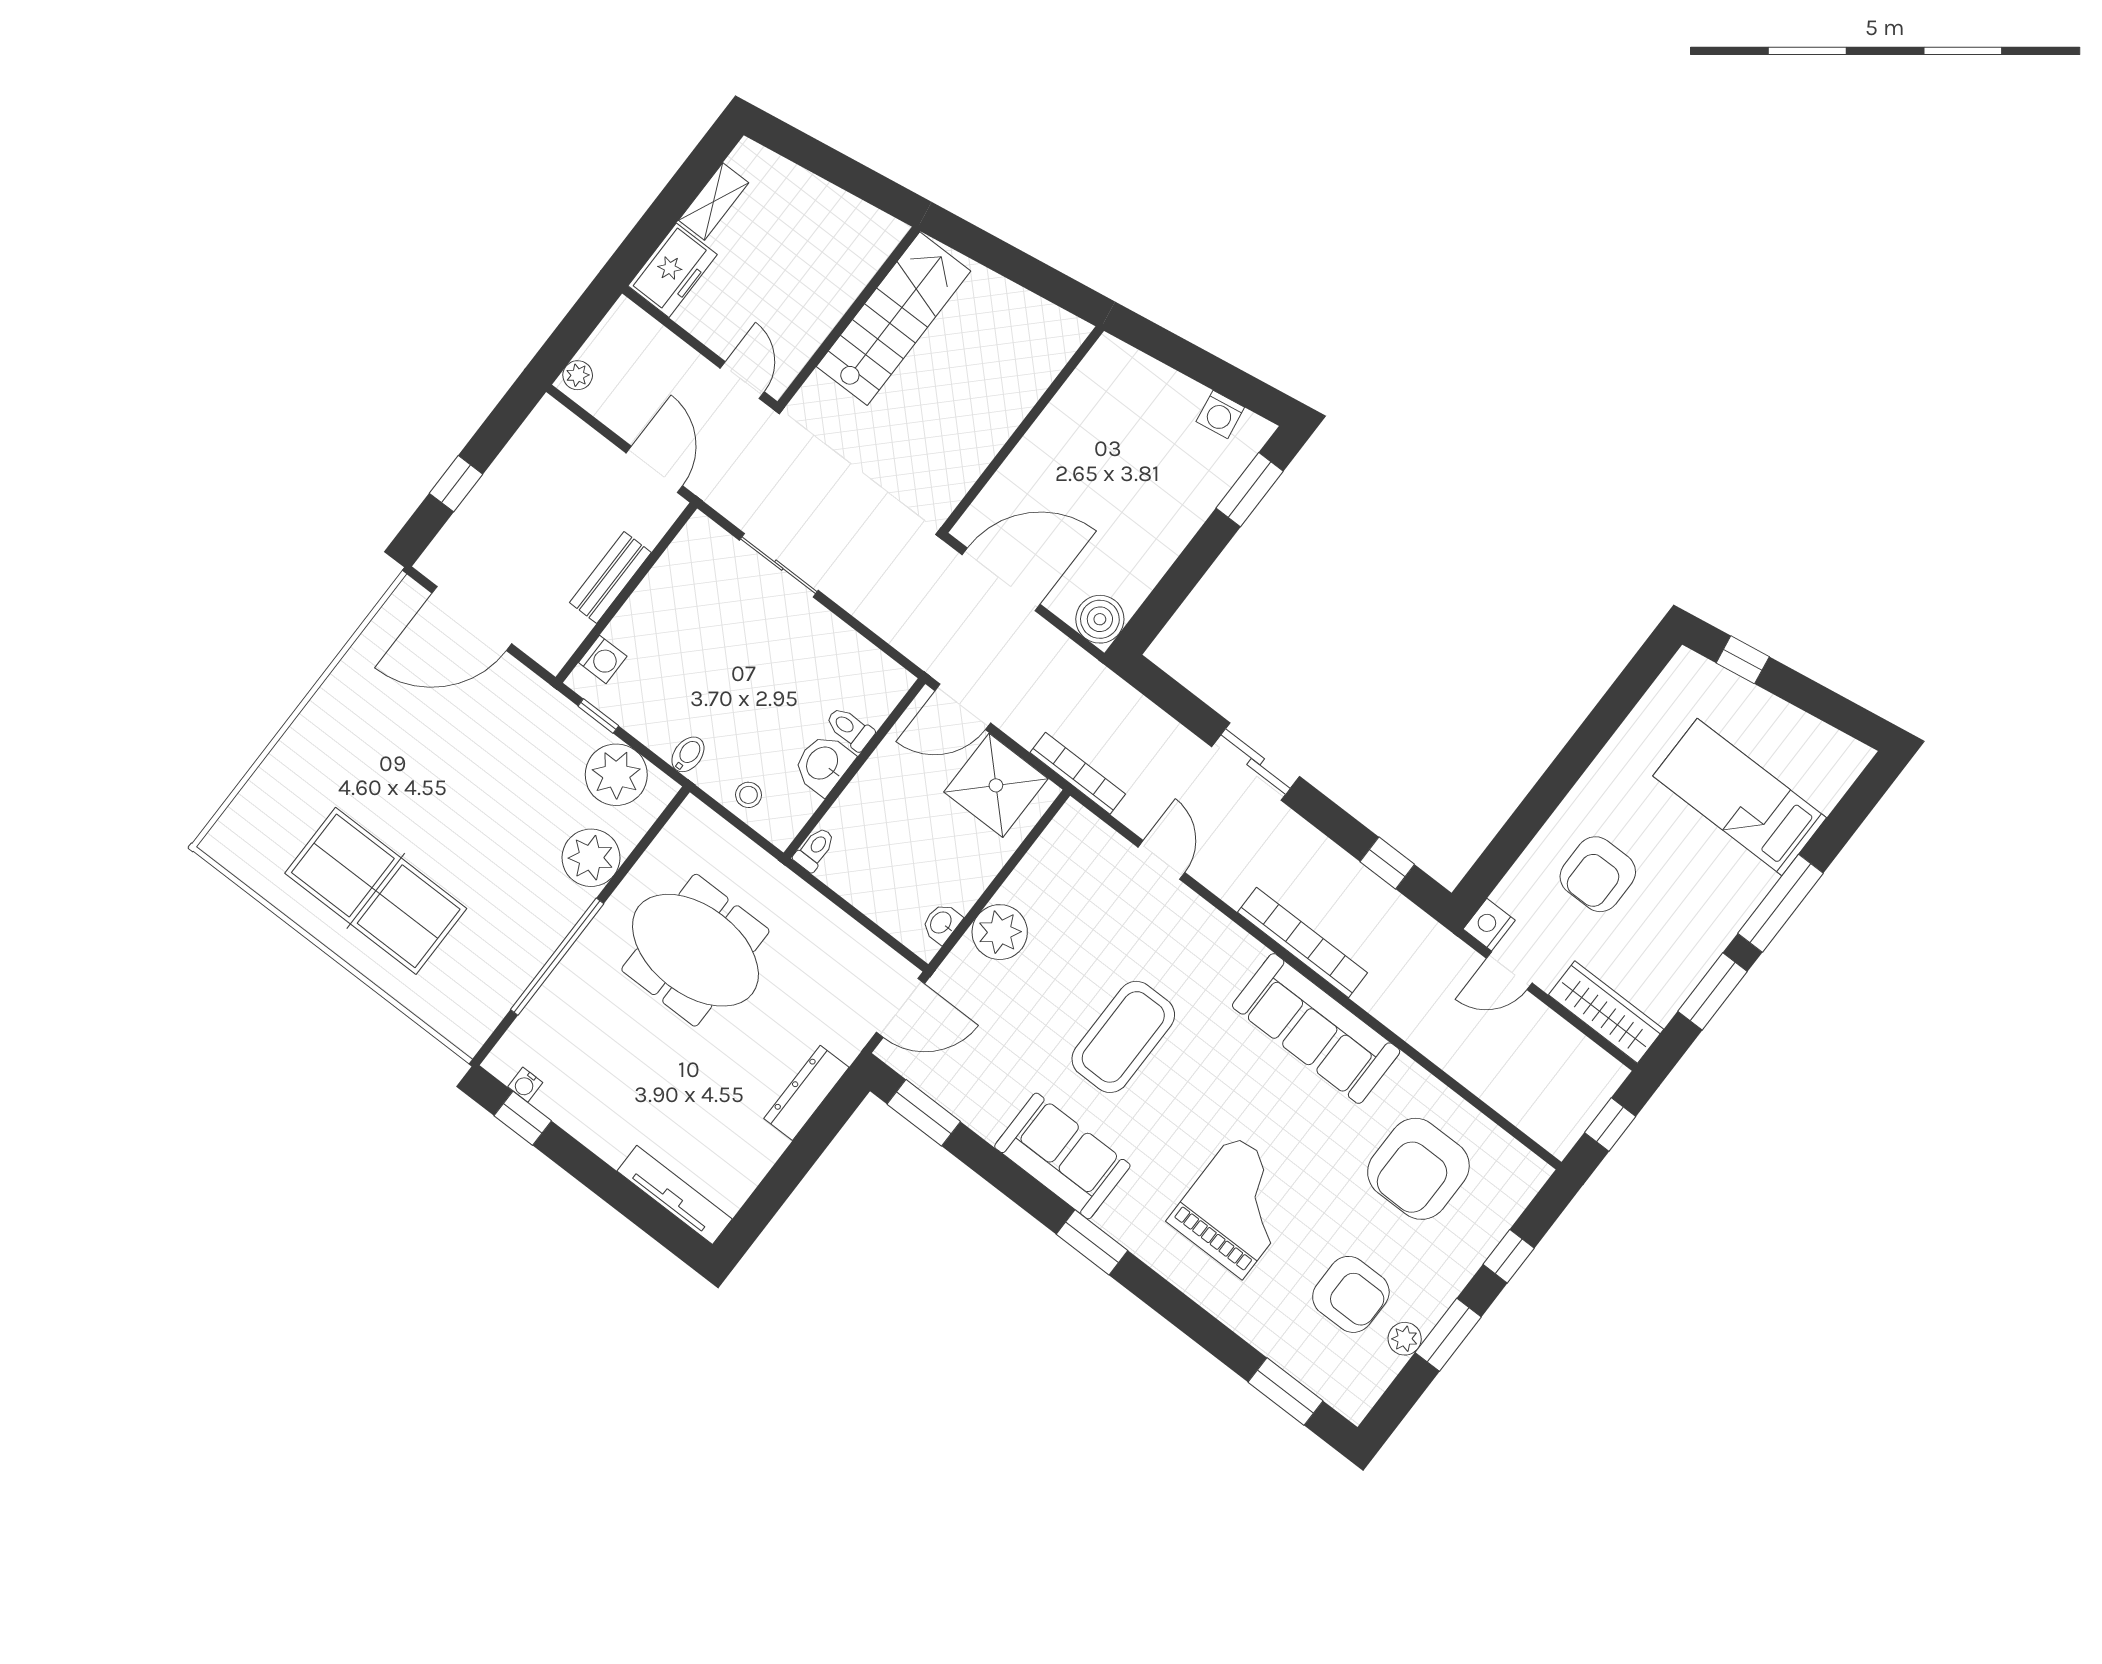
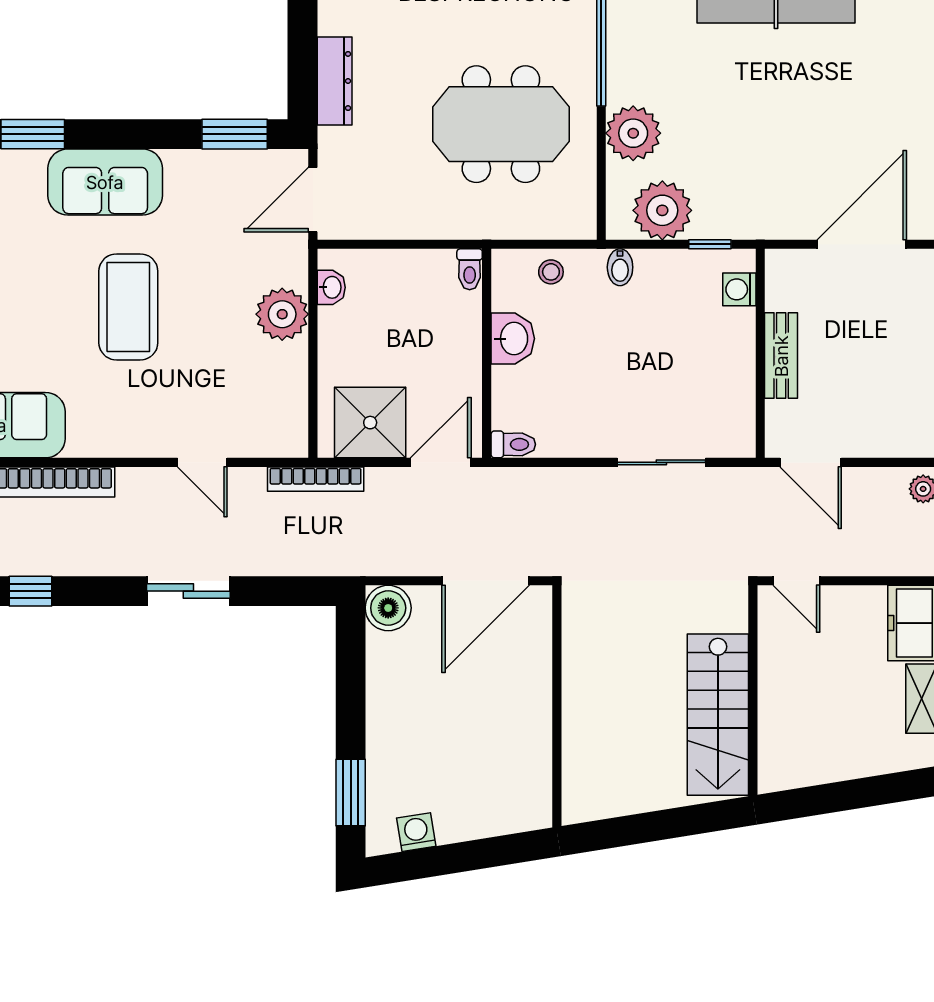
toilet: (850, 728) -> (513, 444), moved

